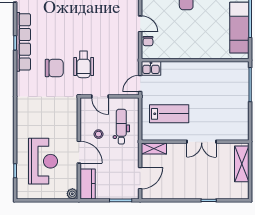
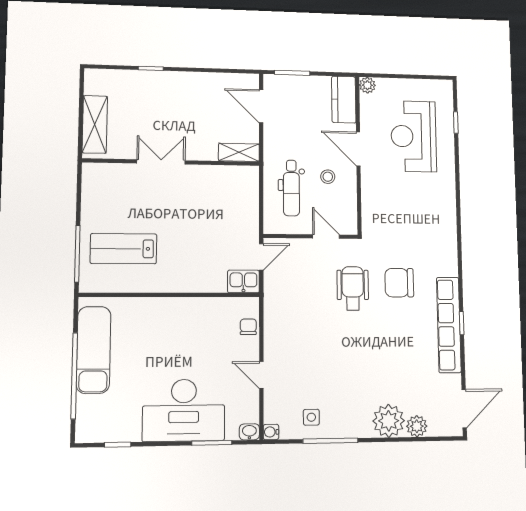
door: (140, 24) -> (261, 375), moved
lab bench: (169, 114) -> (124, 249), moved
door: (140, 178) -> (261, 106), hinge flipped

